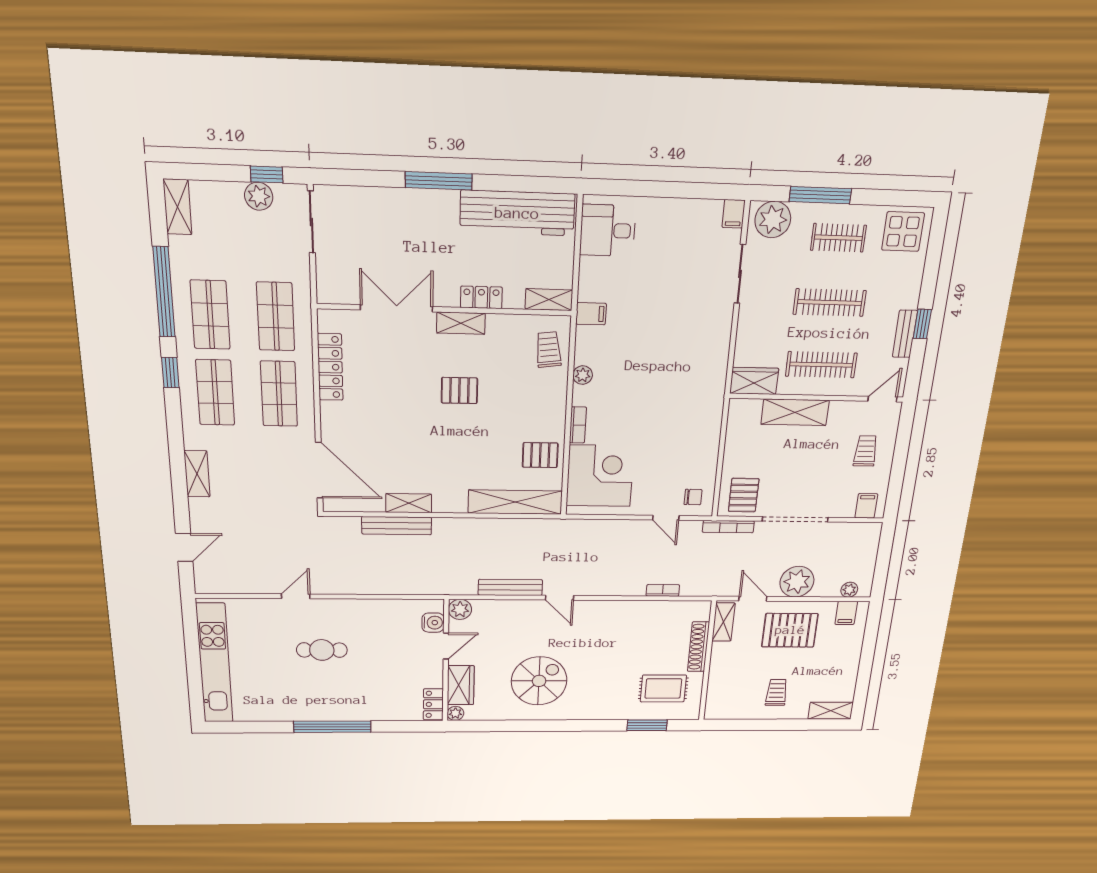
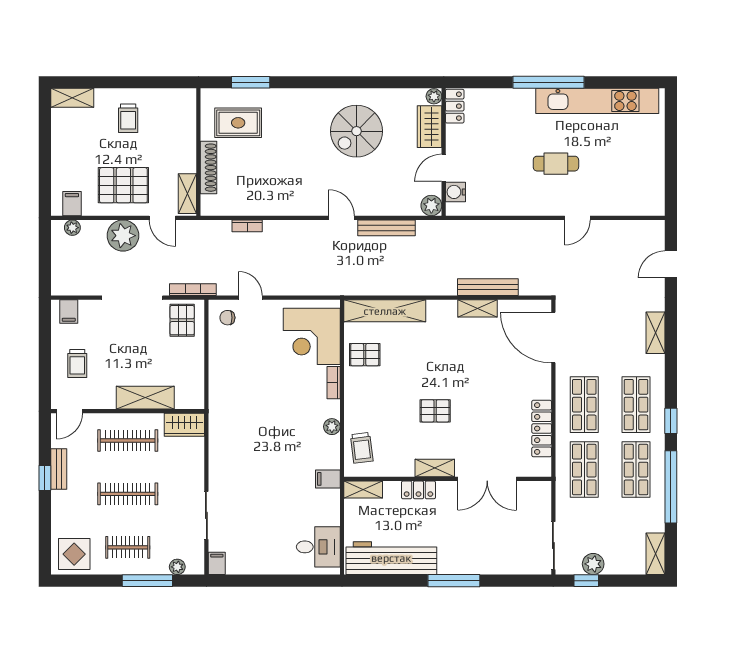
plant: (773, 220) -> (177, 567), width x0.53, depth x0.53
kitchen unit: (214, 663) -> (597, 101), moved, turned -90

